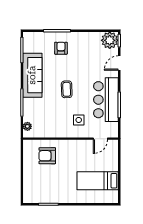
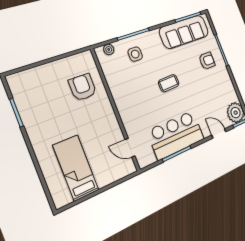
sofa: (32, 75) -> (184, 32), moved
side table: (79, 120) -> (135, 54), moved

